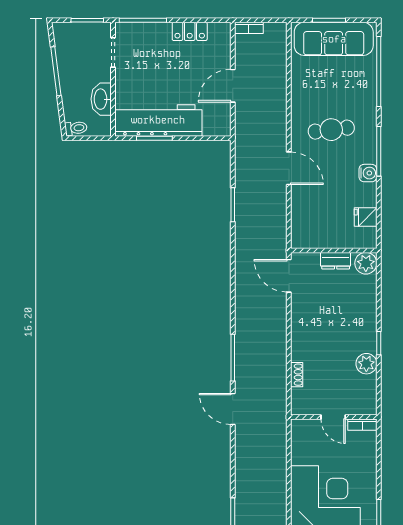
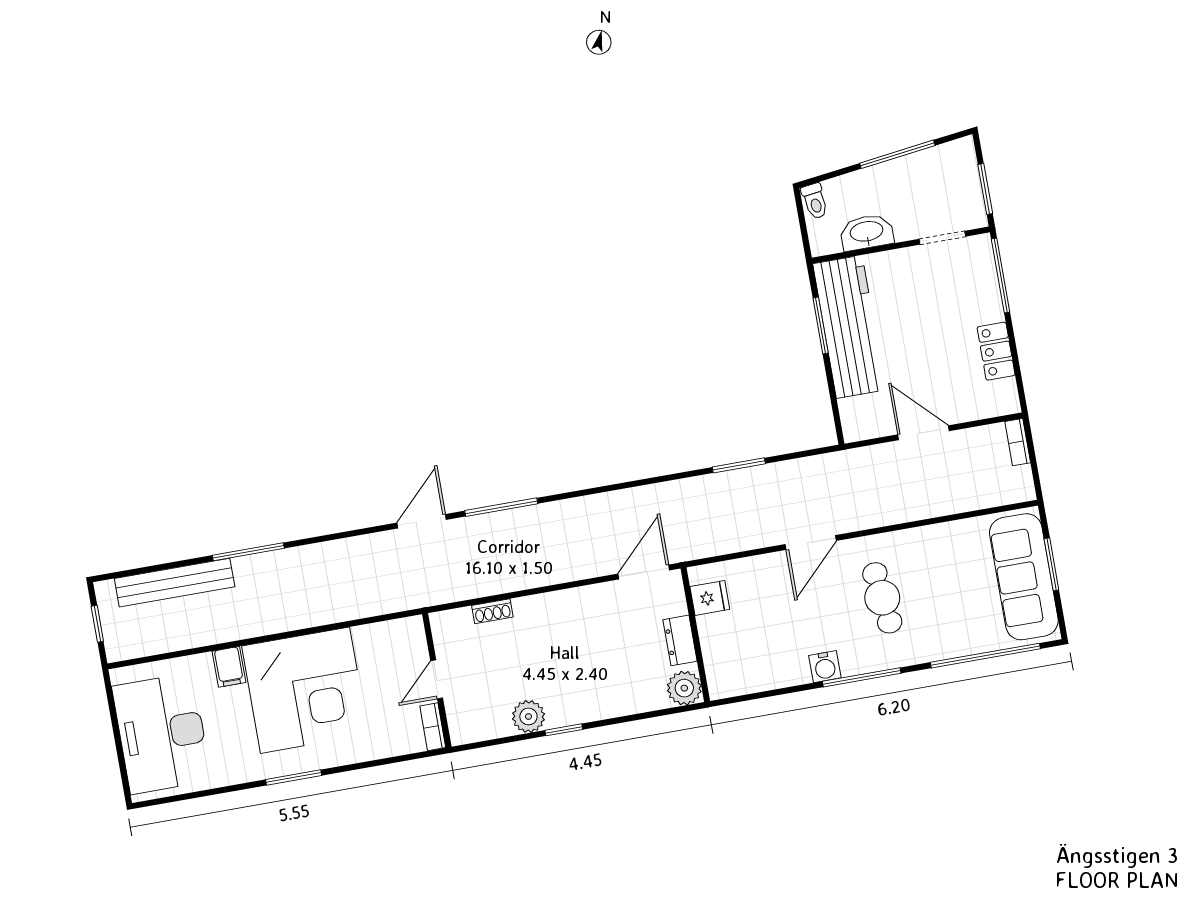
fridge: (366, 217) -> (710, 598), moved, turned 90

